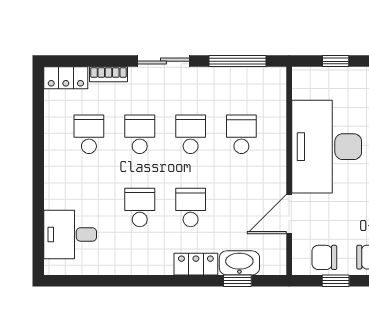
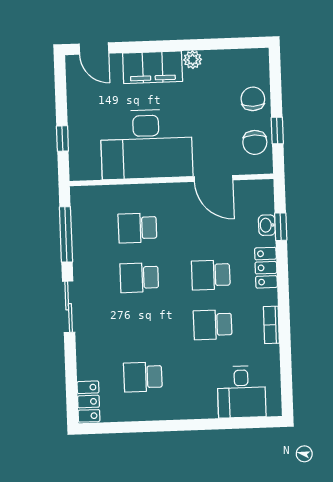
bookcase: (109, 74) -> (271, 325), moved, turned 180
school desk: (140, 134) -> (141, 327), removed
washbasin: (239, 263) -> (267, 225), width x0.52, depth x0.69

